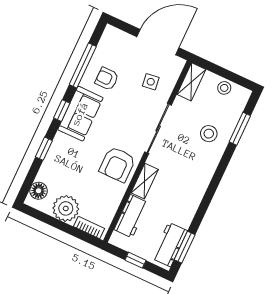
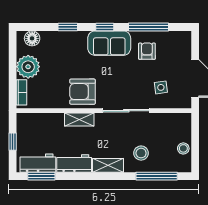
shelving: (191, 82) -> (108, 165), moved
window: (240, 129) -> (157, 176), width x1.44
workbench: (131, 216) -> (74, 163), moved, turned 180

